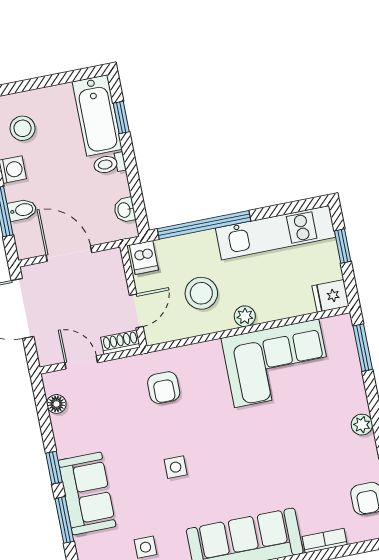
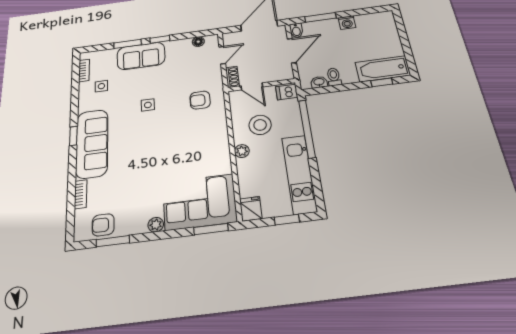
stool: (23, 128) -> (374, 28), removed
toilet: (109, 164) -> (334, 77), moved
bidet: (22, 210) -> (296, 30), moved
corner sofa: (277, 363) -> (199, 202), moved, turned 90

